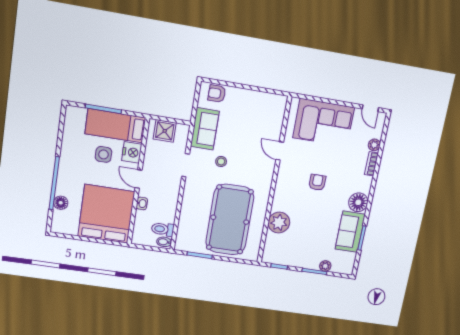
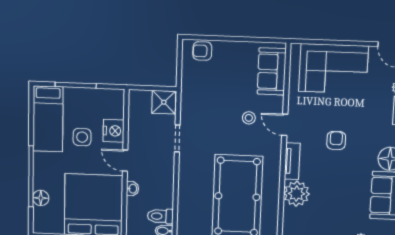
bed: (115, 126) -> (48, 119), moved, turned -90
sofa: (205, 129) -> (272, 71), moved, turned 180
shower: (165, 131) -> (164, 102), moved
door: (280, 151) -> (285, 125), moved
stool: (221, 162) -> (249, 118), moved
tv unit: (279, 195) -> (292, 161), added

